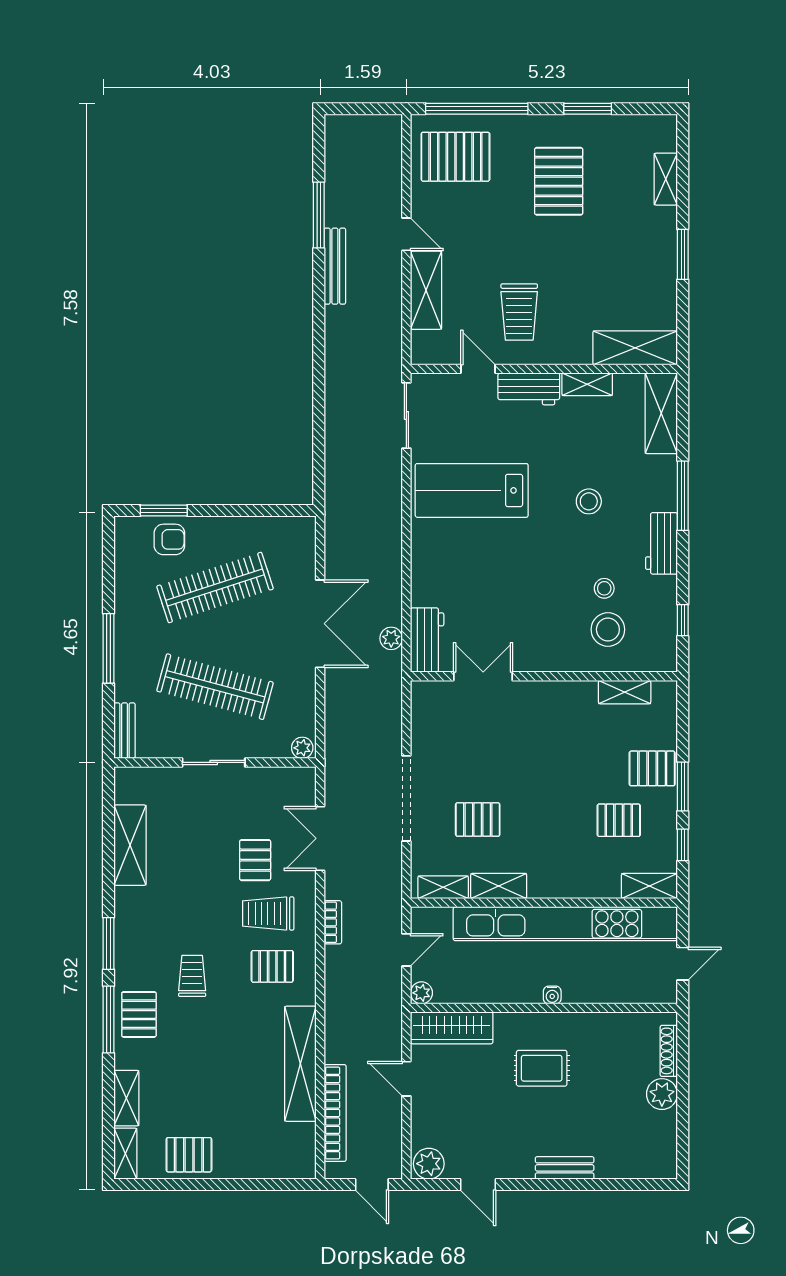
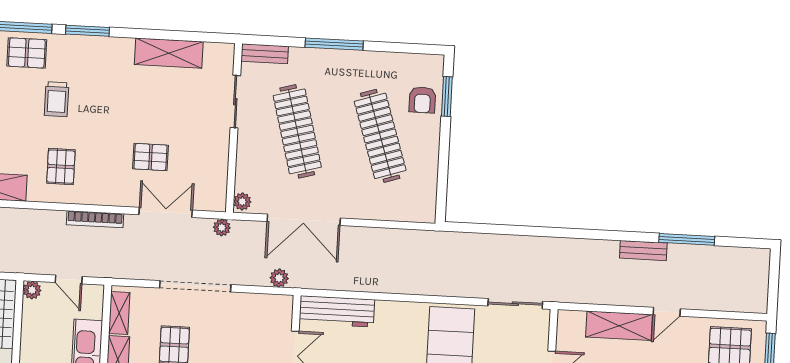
bench: (335, 266) -> (643, 251), width x0.73
double door: (320, 624) -> (304, 220), moved
plant: (391, 638) -> (279, 278), moved
workbench: (427, 640) -> (337, 311), width x1.38
clothes rail: (215, 687) -> (297, 131), turned -30
sliding door: (214, 762) -> (235, 102), moved
plant: (335, 771) -> (222, 228), added
trolley: (268, 913) -> (105, 166), removed
bookcase: (333, 922) -> (95, 219), width x1.56
trolley: (192, 976) -> (57, 99), turned 90

